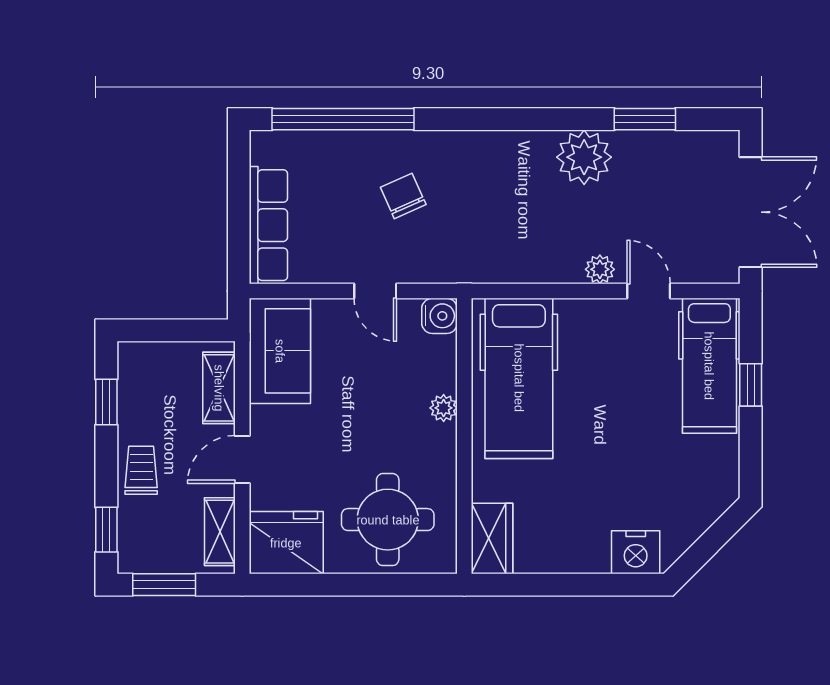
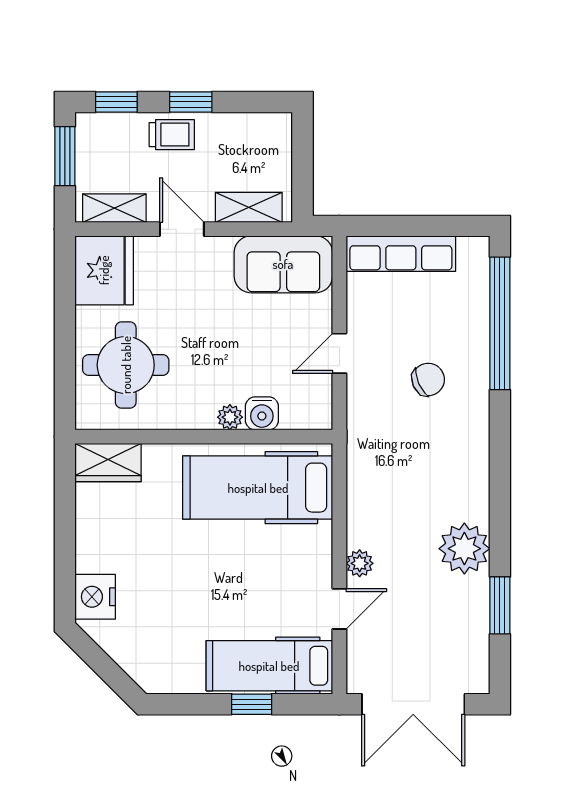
water cooler: (439, 316) -> (262, 413), moved
window: (106, 402) -> (191, 102), moved

